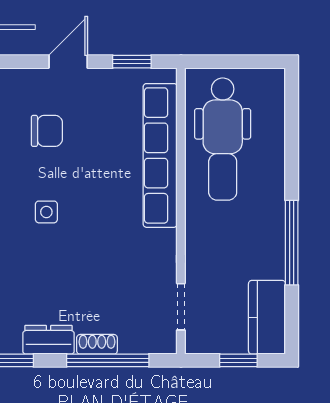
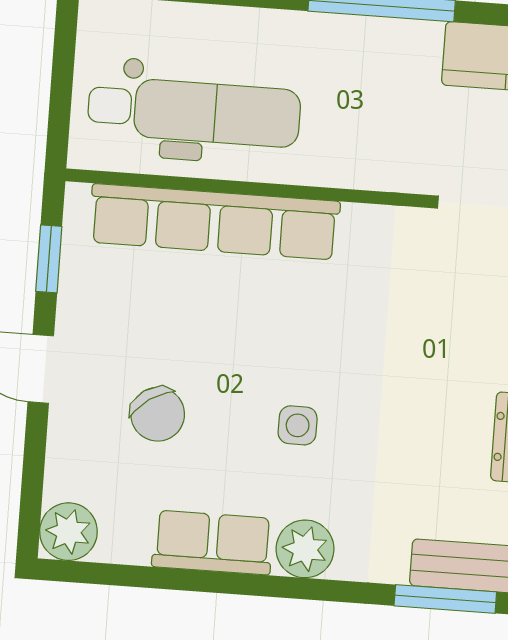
chair: (47, 131) -> (158, 414), turned 146

